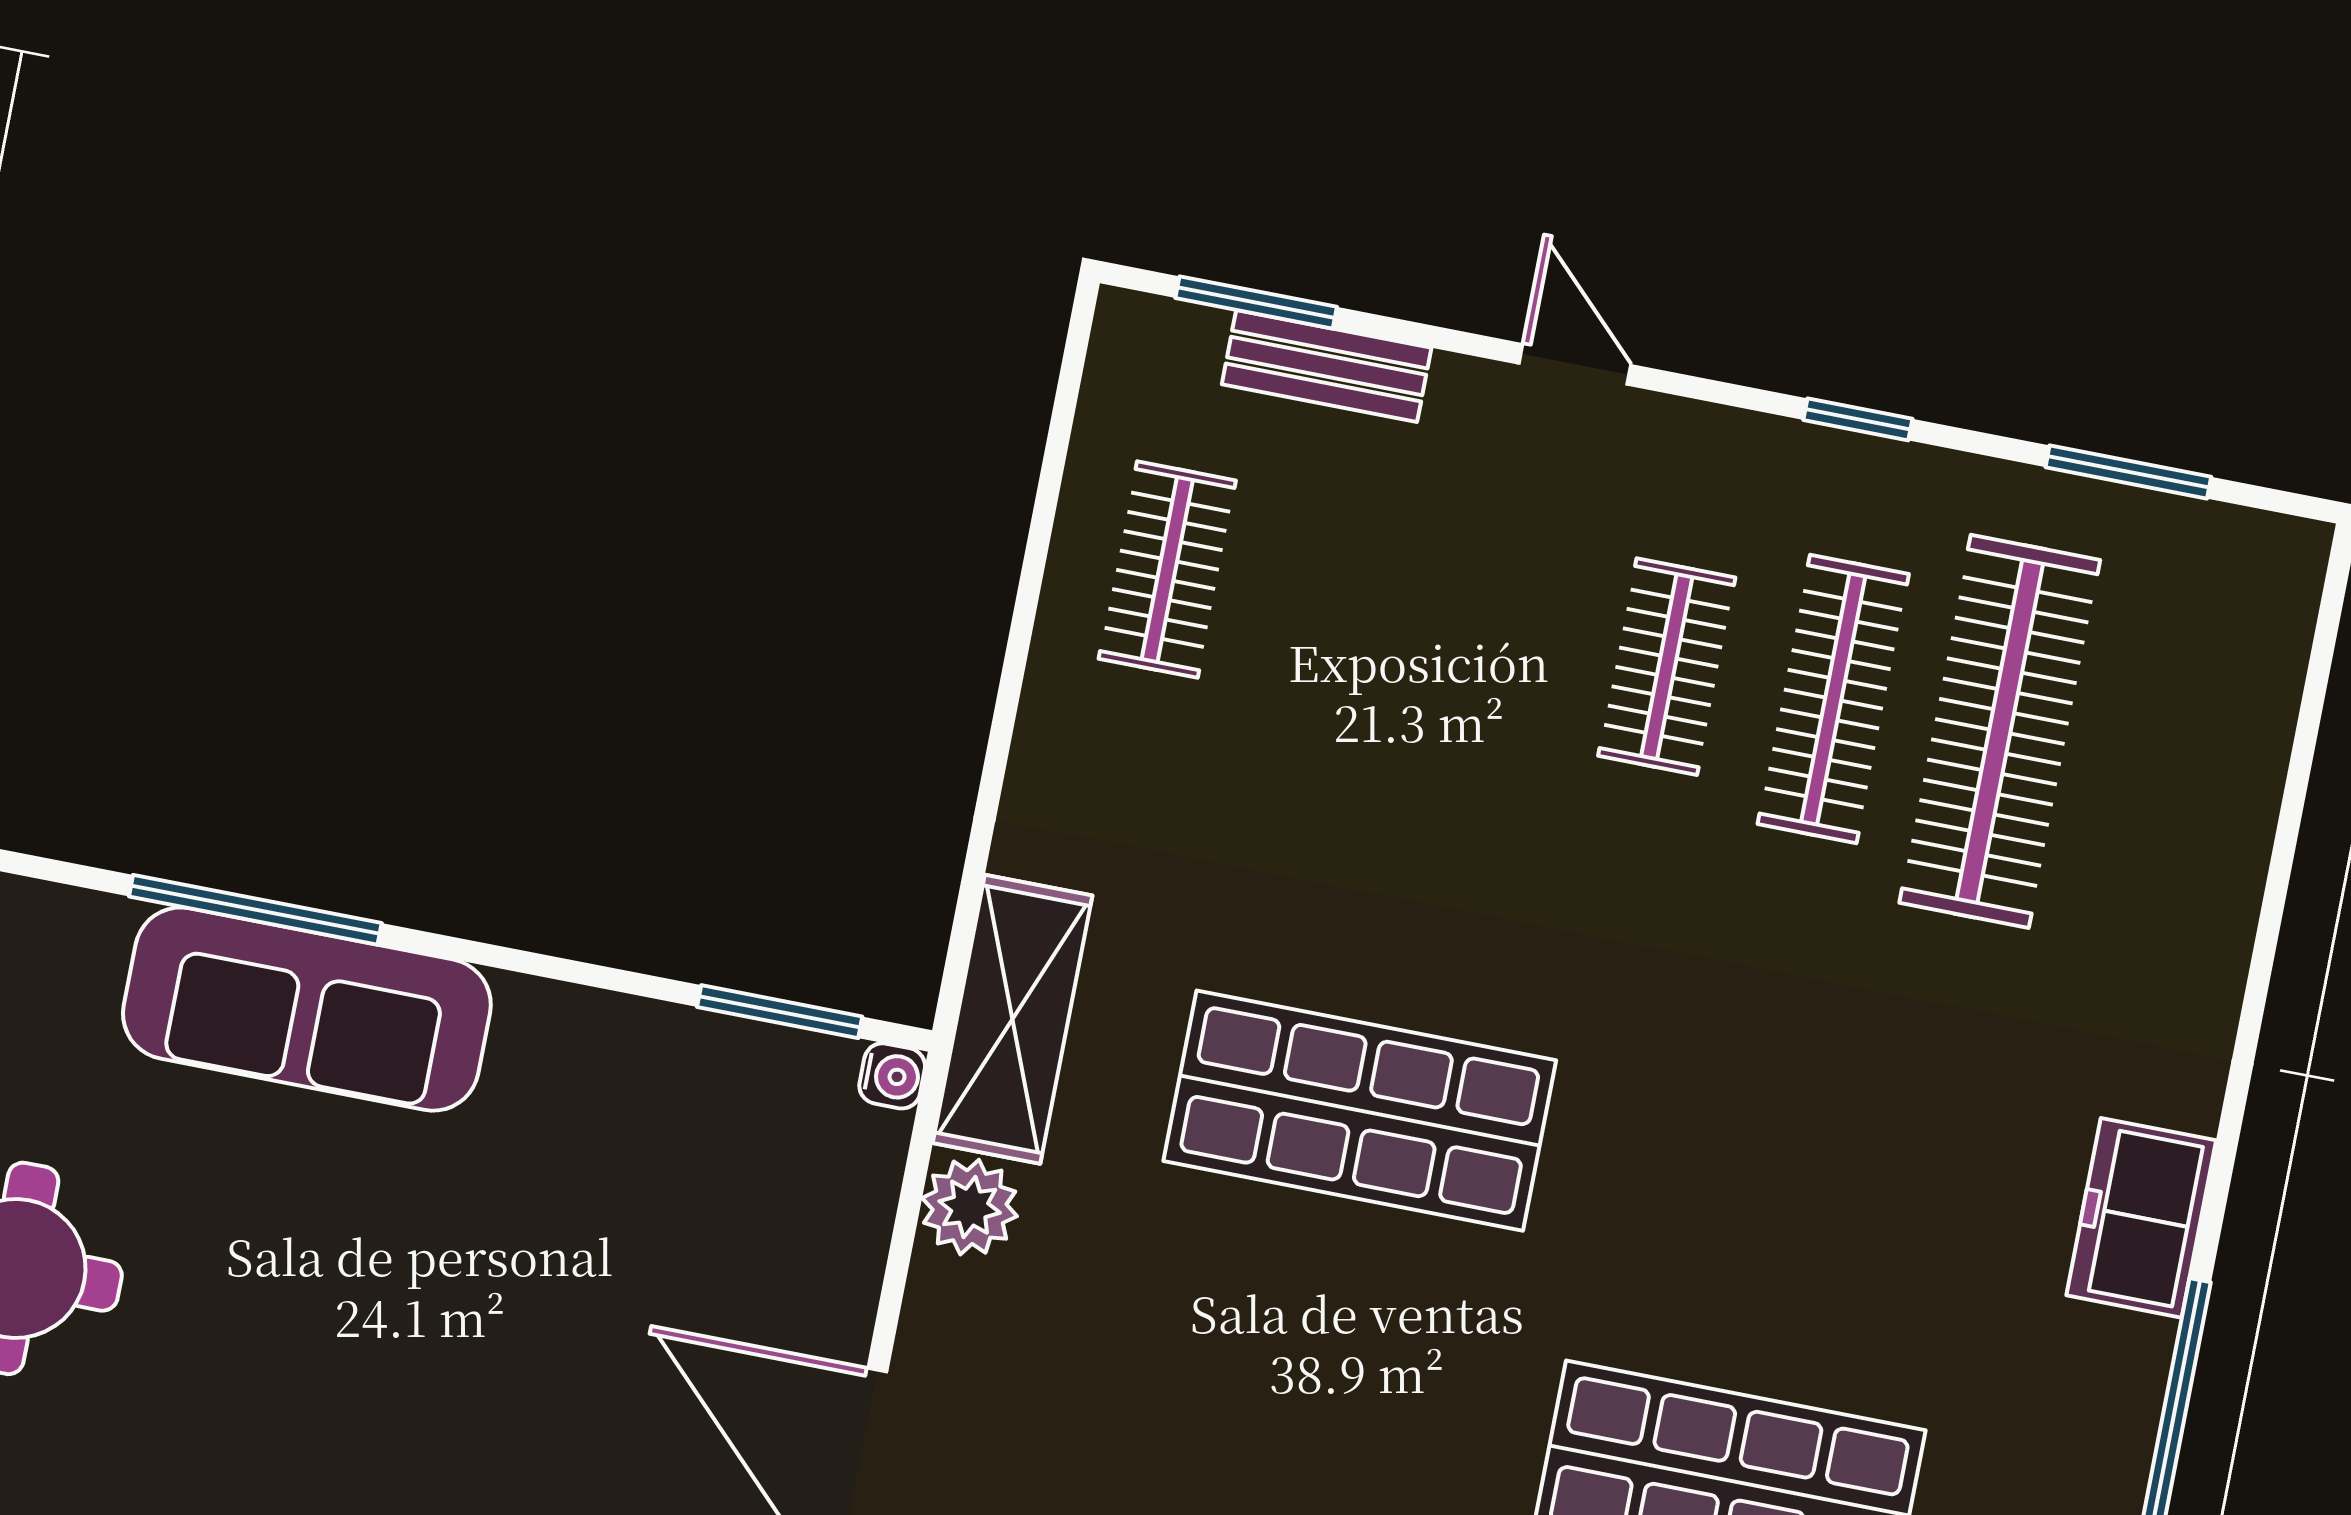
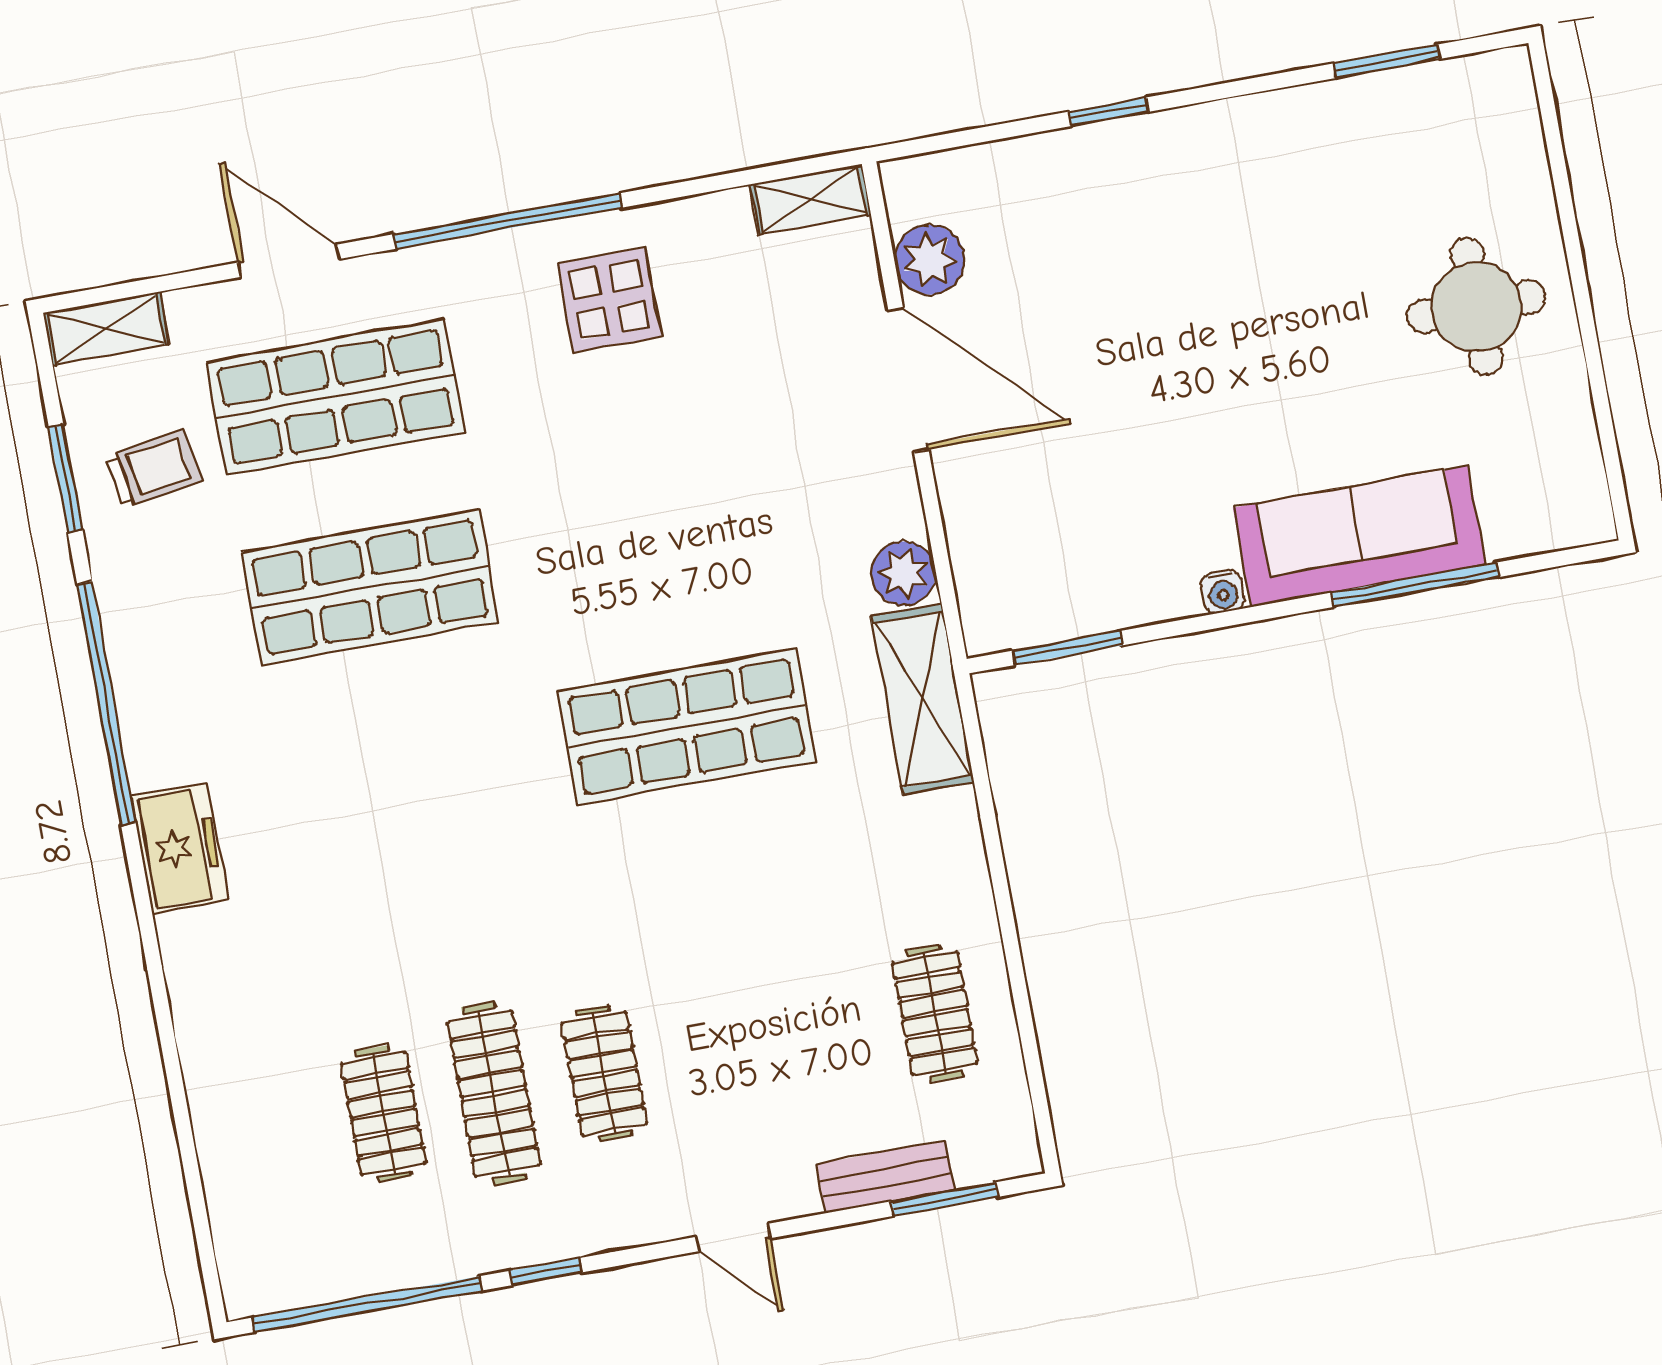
window: (2128, 472) -> (367, 1304), width x2.11
clothes rail: (2000, 731) -> (384, 1114), width x0.54, depth x0.76
water cooler: (892, 1076) -> (1223, 592), moved, turned -90

